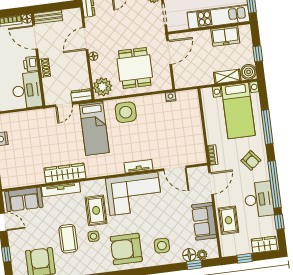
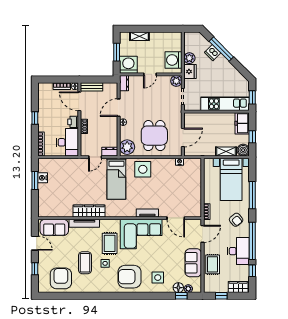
freezer: (225, 36) -> (242, 123), moved, turned 90
door: (169, 52) -> (183, 138), moved

